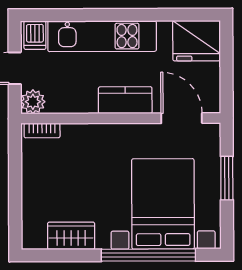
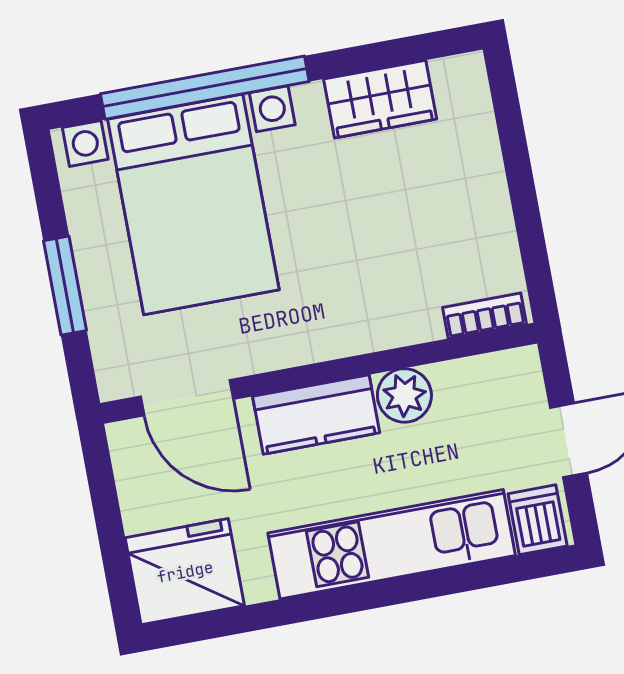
plant: (33, 102) -> (404, 395), moved

